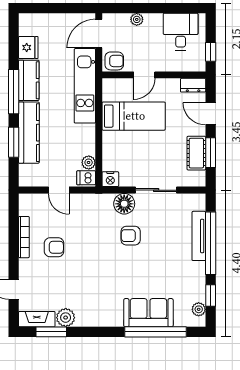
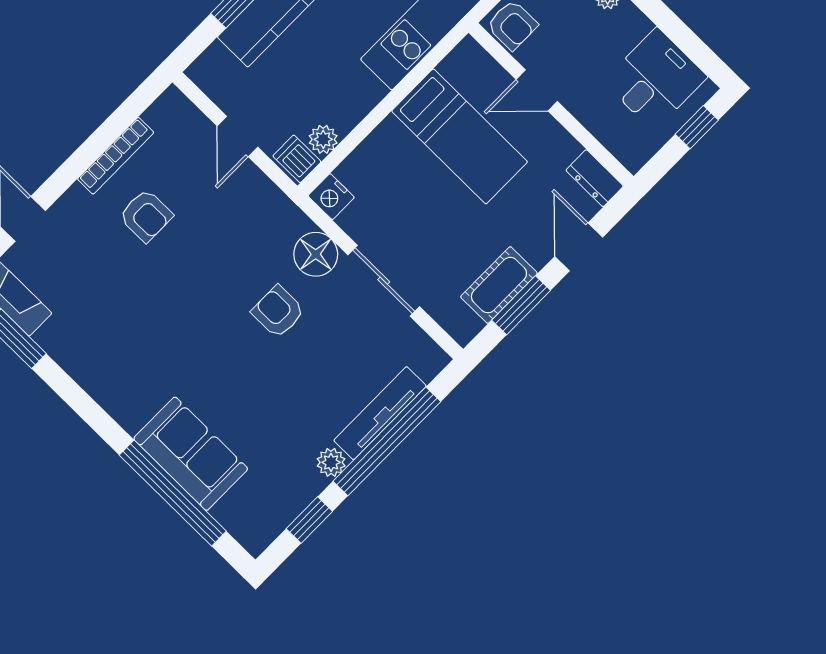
window: (211, 52) -> (697, 127), moved
plant: (199, 309) -> (331, 462), moved
plant: (66, 318) -> (59, 338), removed

